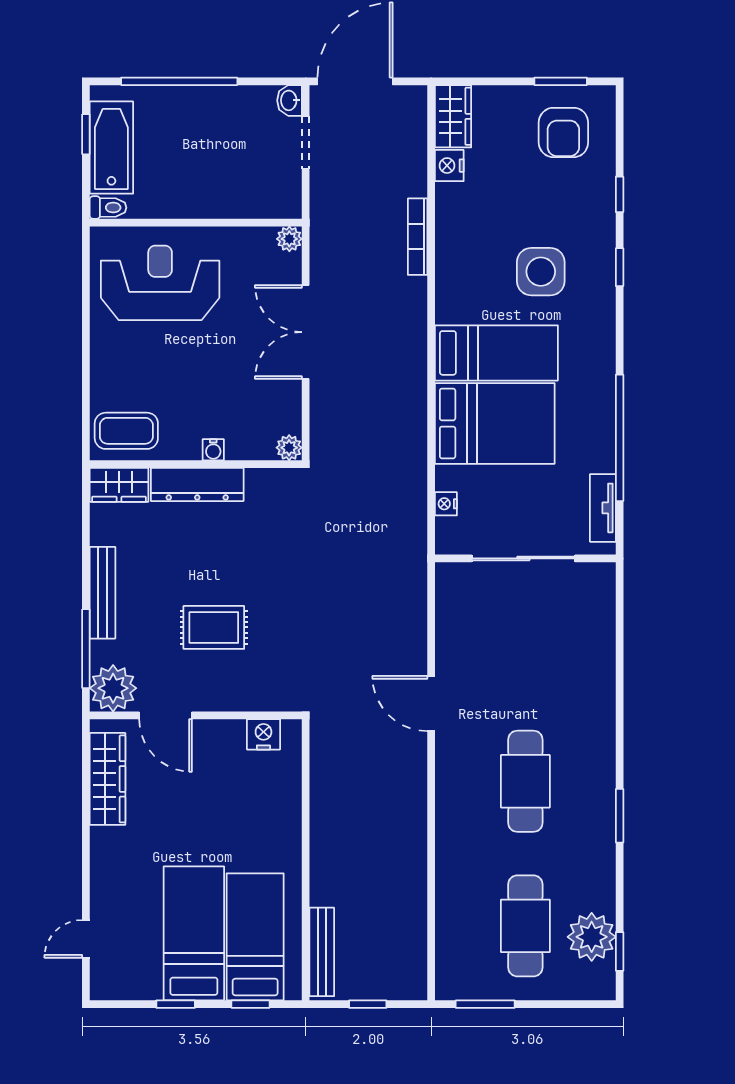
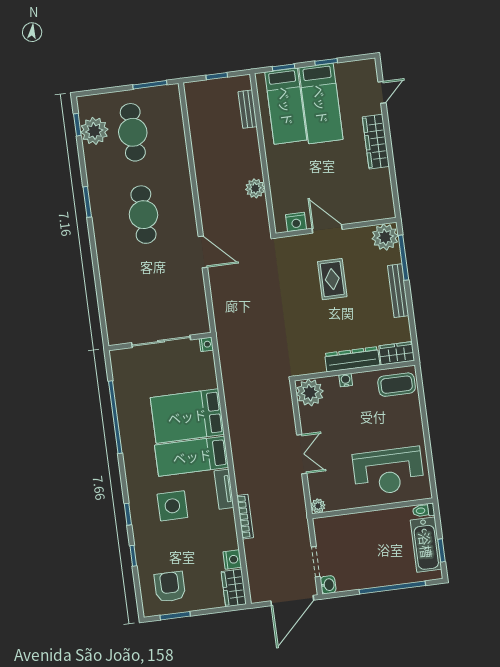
double door: (306, 332) -> (302, 454), width x0.73
plant: (289, 448) -> (310, 393), width x1.87, depth x1.87
nightstand: (446, 504) -> (206, 344), moved
tv unit: (603, 508) -> (224, 489), moved, turned 180
rug: (214, 627) -> (332, 279), turned 90
door: (166, 715) -> (327, 229), moved
wardrobe: (107, 779) -> (376, 142), moved
plant: (326, 802) -> (255, 188), added
bench: (322, 952) -> (248, 109), width x0.73

